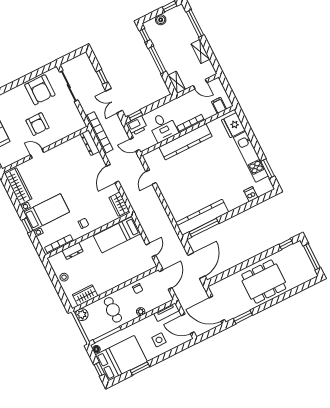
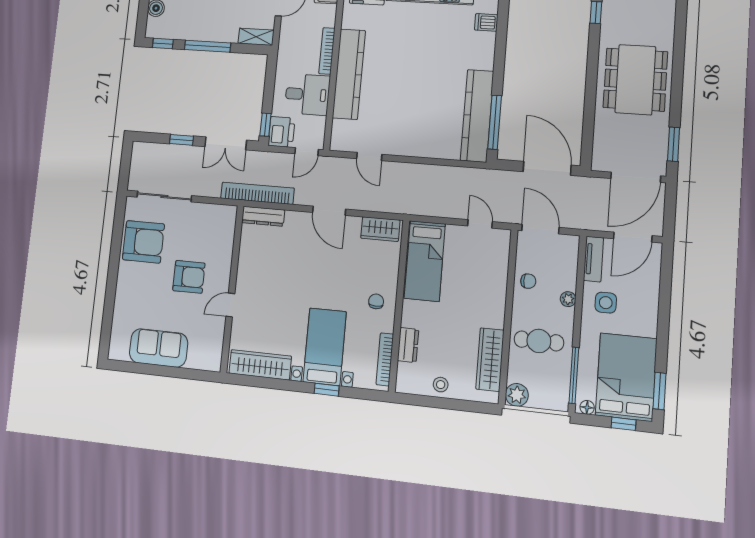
wardrobe: (85, 295) -> (490, 360), width x1.50
side table: (159, 340) -> (606, 303), moved
window: (140, 369) -> (659, 391), moved

